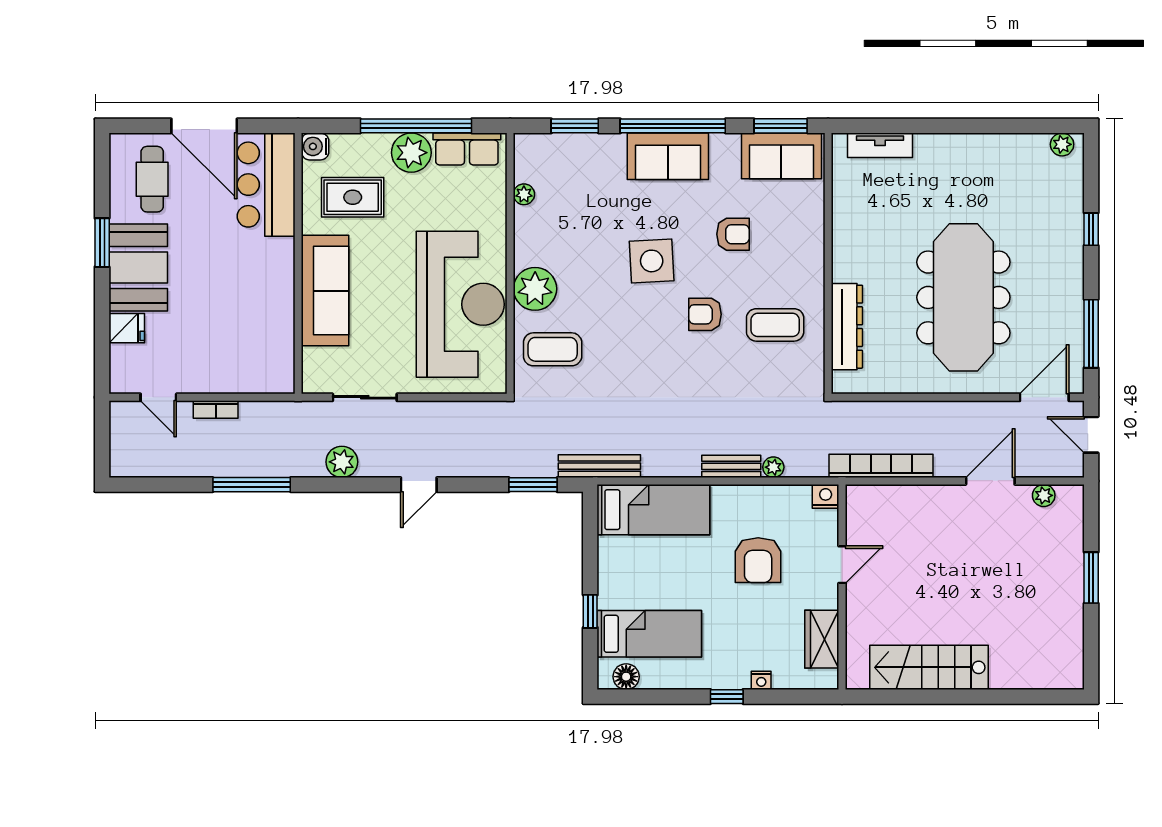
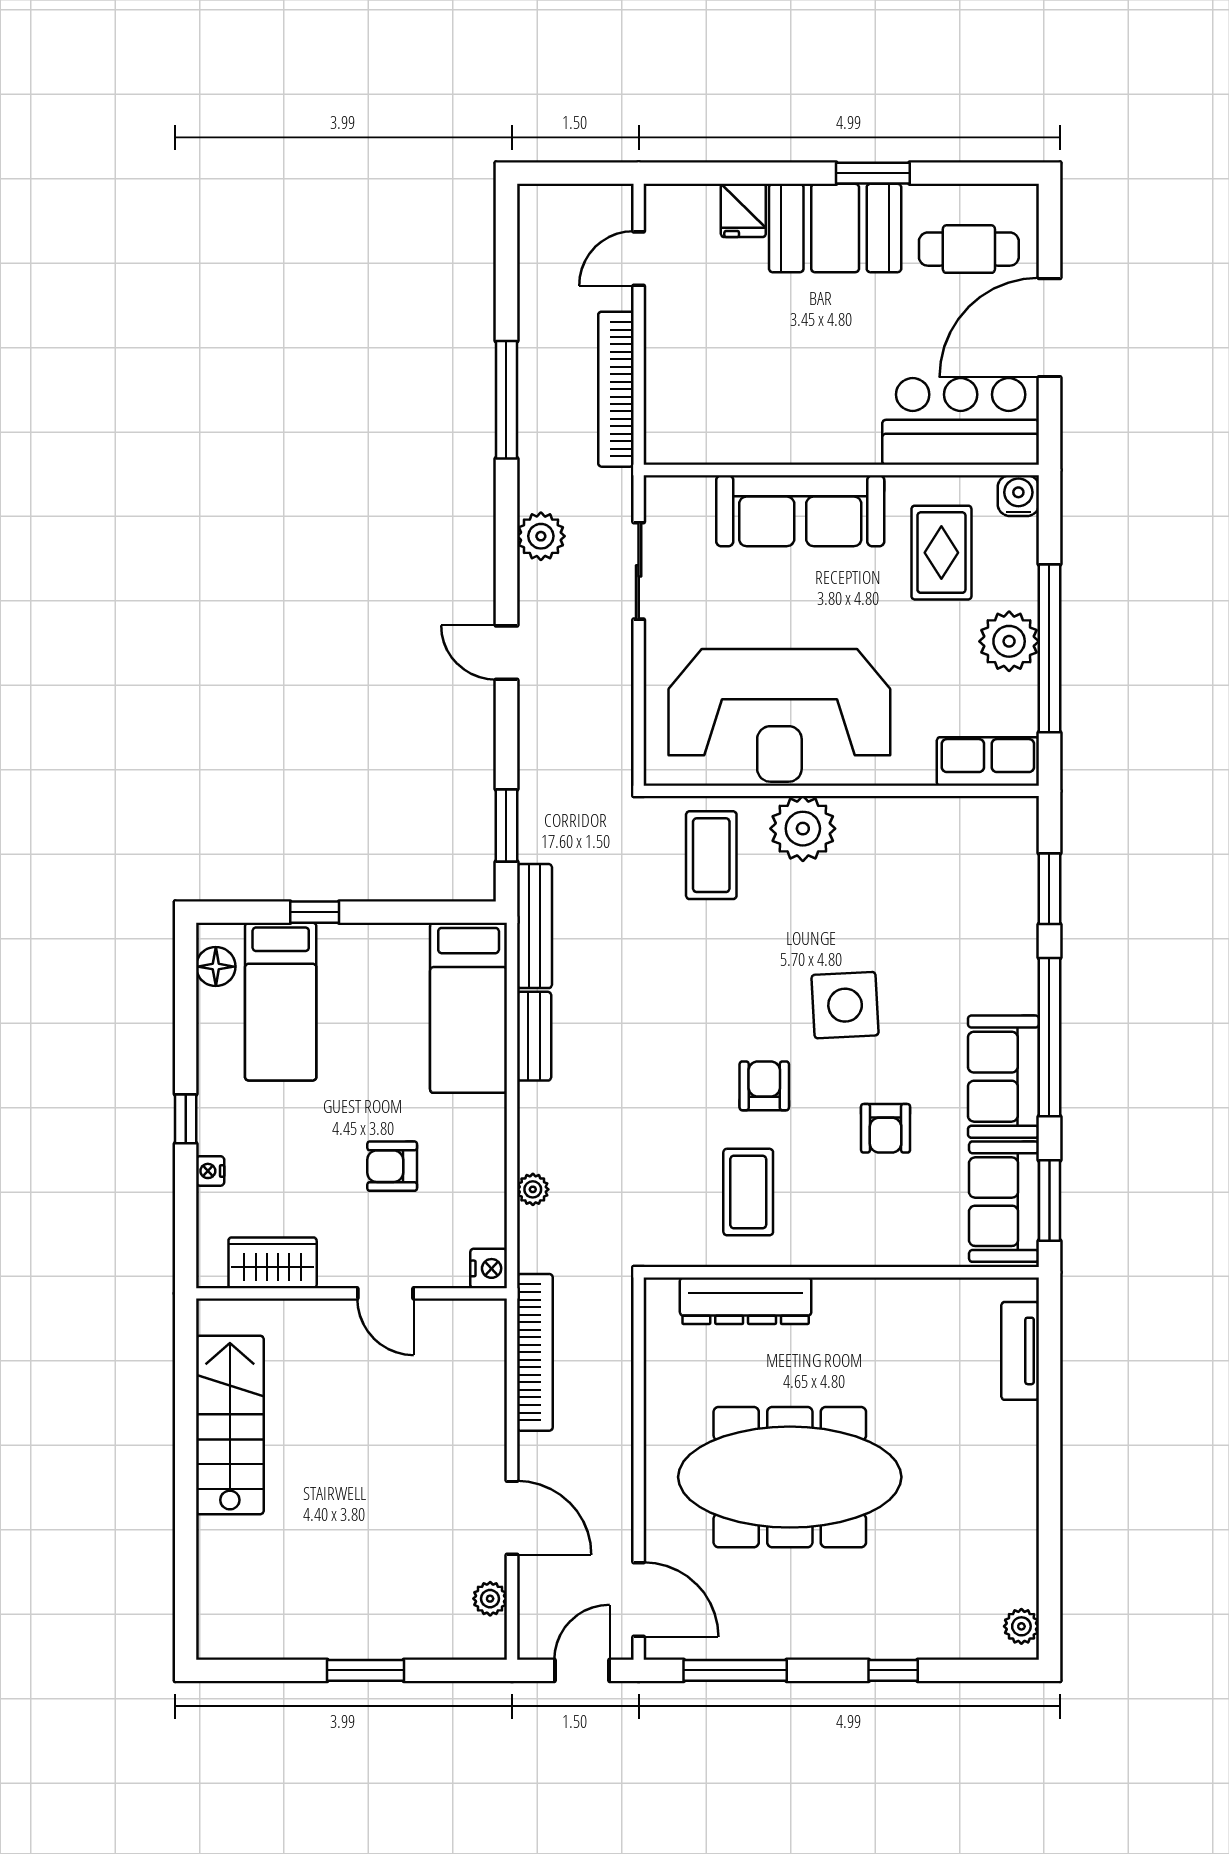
row of seats: (467, 149) -> (988, 761), moved, turned 90
sofa: (668, 156) -> (1003, 1077), moved
plant: (524, 194) -> (946, 812), removed
bookcase: (216, 410) -> (616, 389), width x2.31, depth x1.31
bench: (731, 466) -> (534, 1036), moved
armchair: (758, 560) -> (392, 1166), width x0.72, depth x0.72

